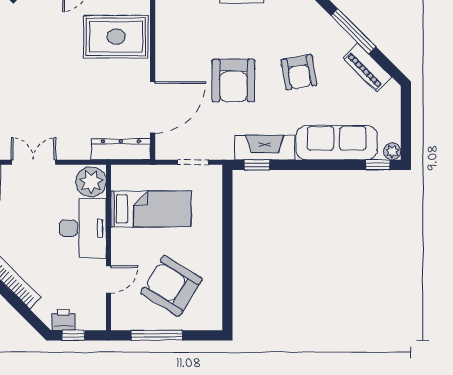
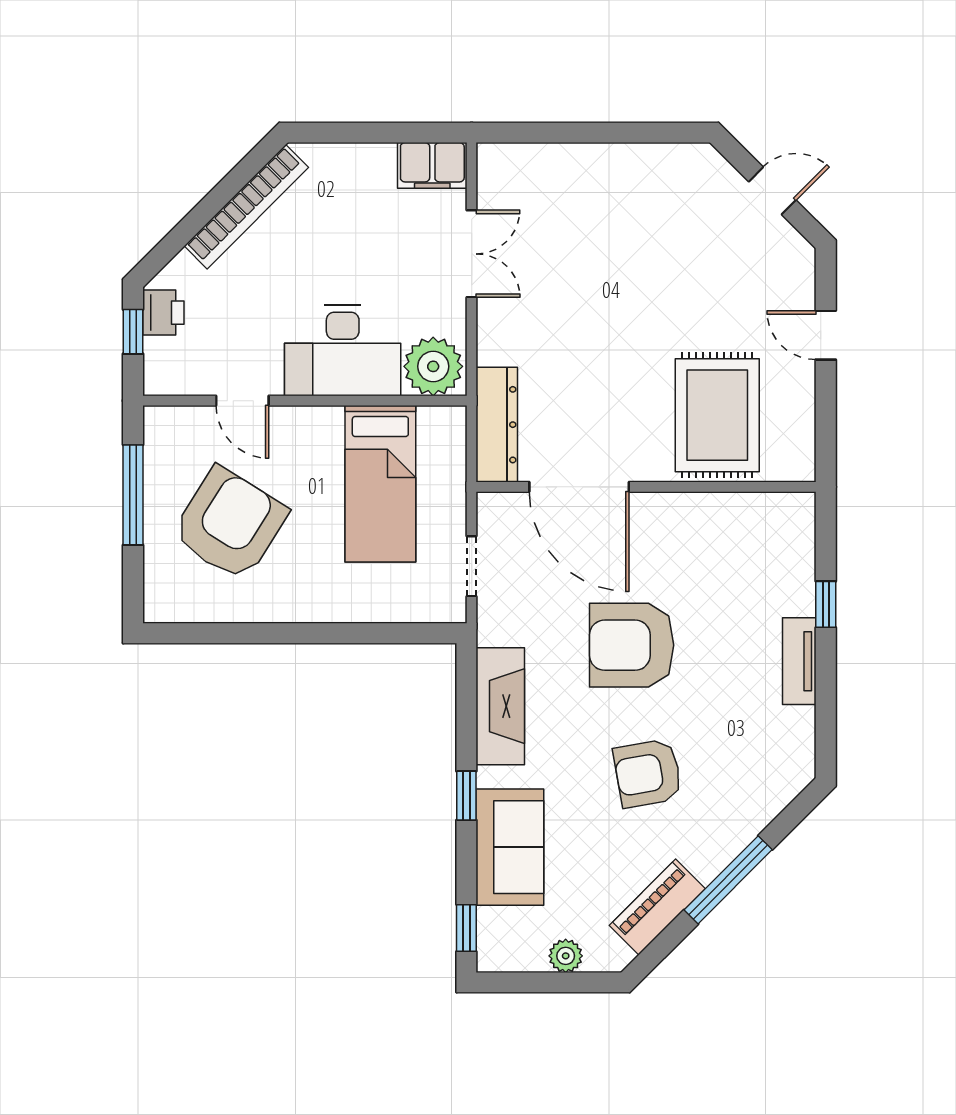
sofa: (337, 143) -> (510, 847), width x0.73
plant: (392, 151) -> (566, 956), moved
window: (257, 165) -> (466, 796), moved

